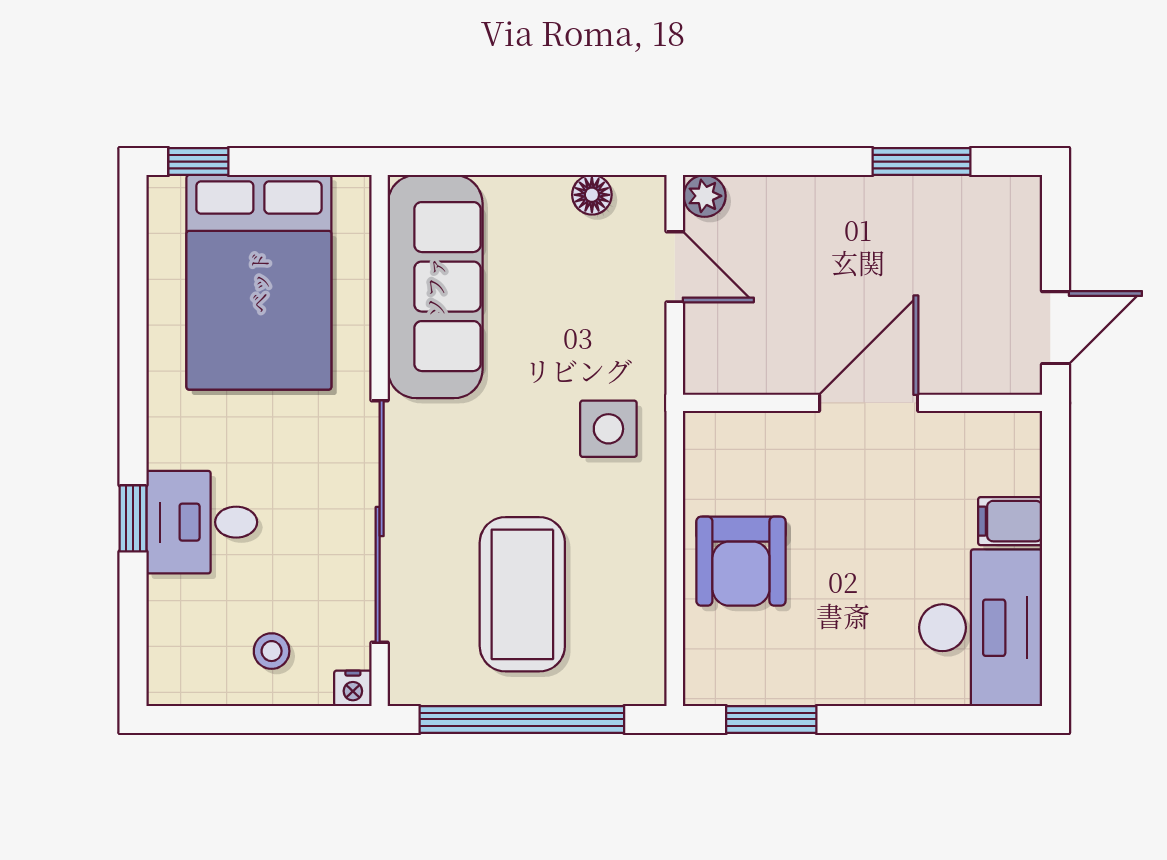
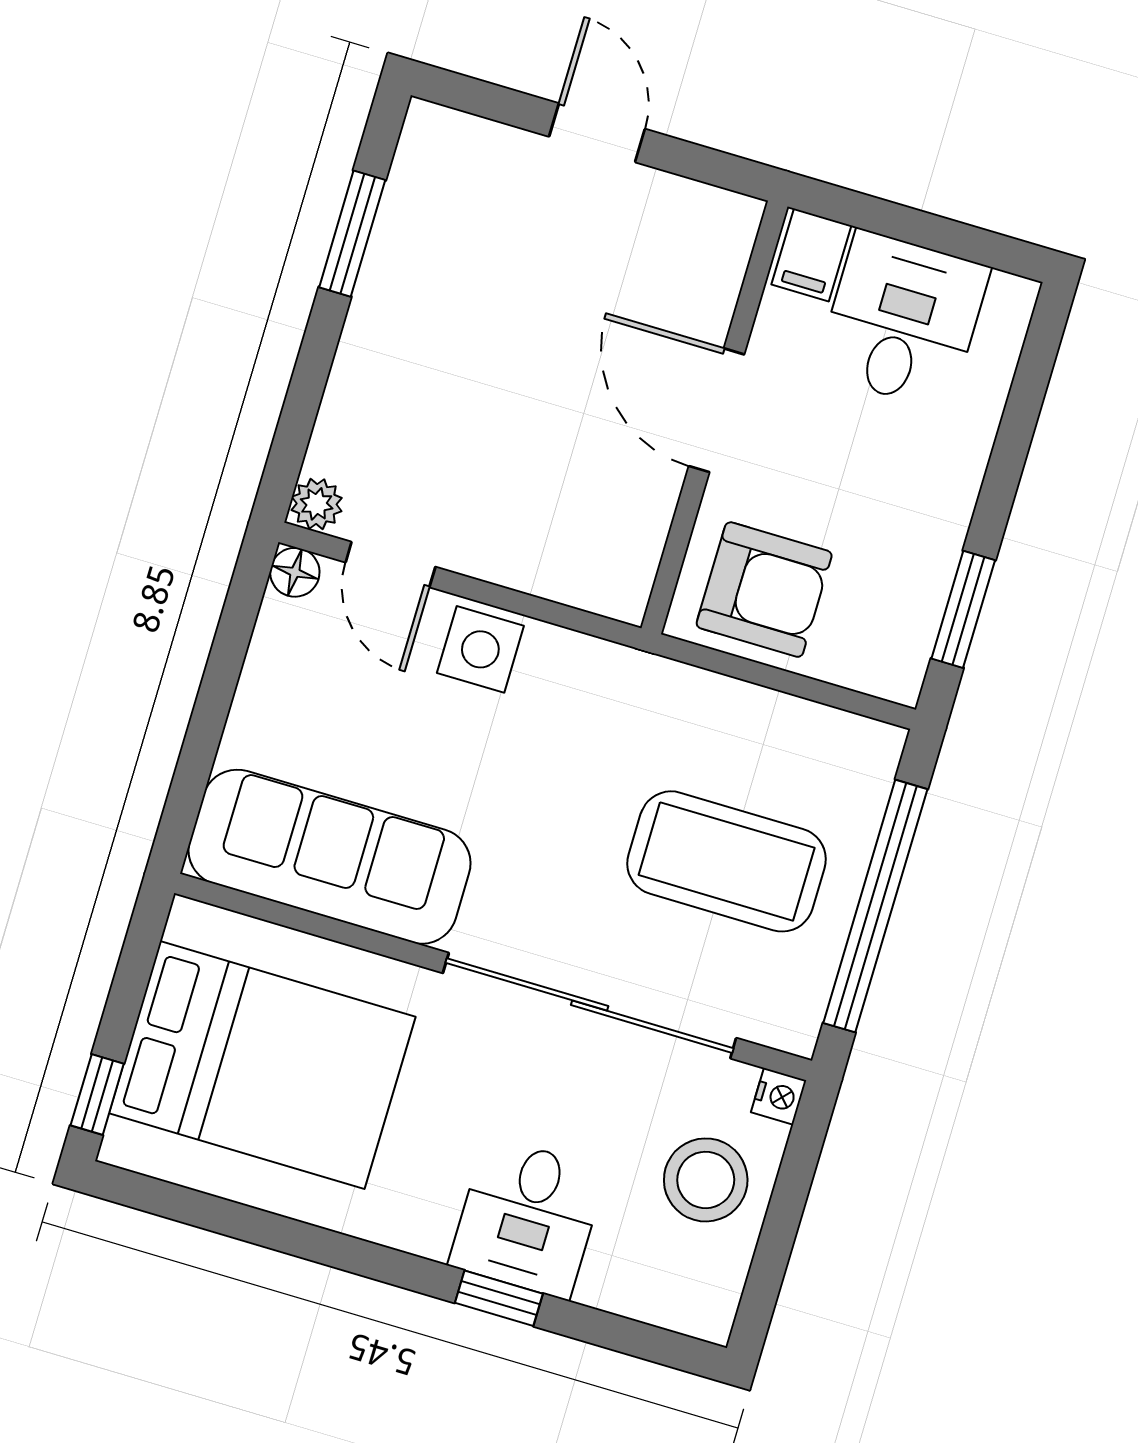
floor lamp: (592, 195) -> (295, 572), moved
door: (675, 267) -> (390, 565), swing flipped
wall: (862, 403) -> (714, 417), moved
door: (869, 403) -> (717, 410), moved
side table: (608, 429) -> (480, 649), moved
desk: (981, 628) -> (903, 320), width x0.73
stool: (272, 651) -> (706, 1180), width x1.89, depth x1.89

